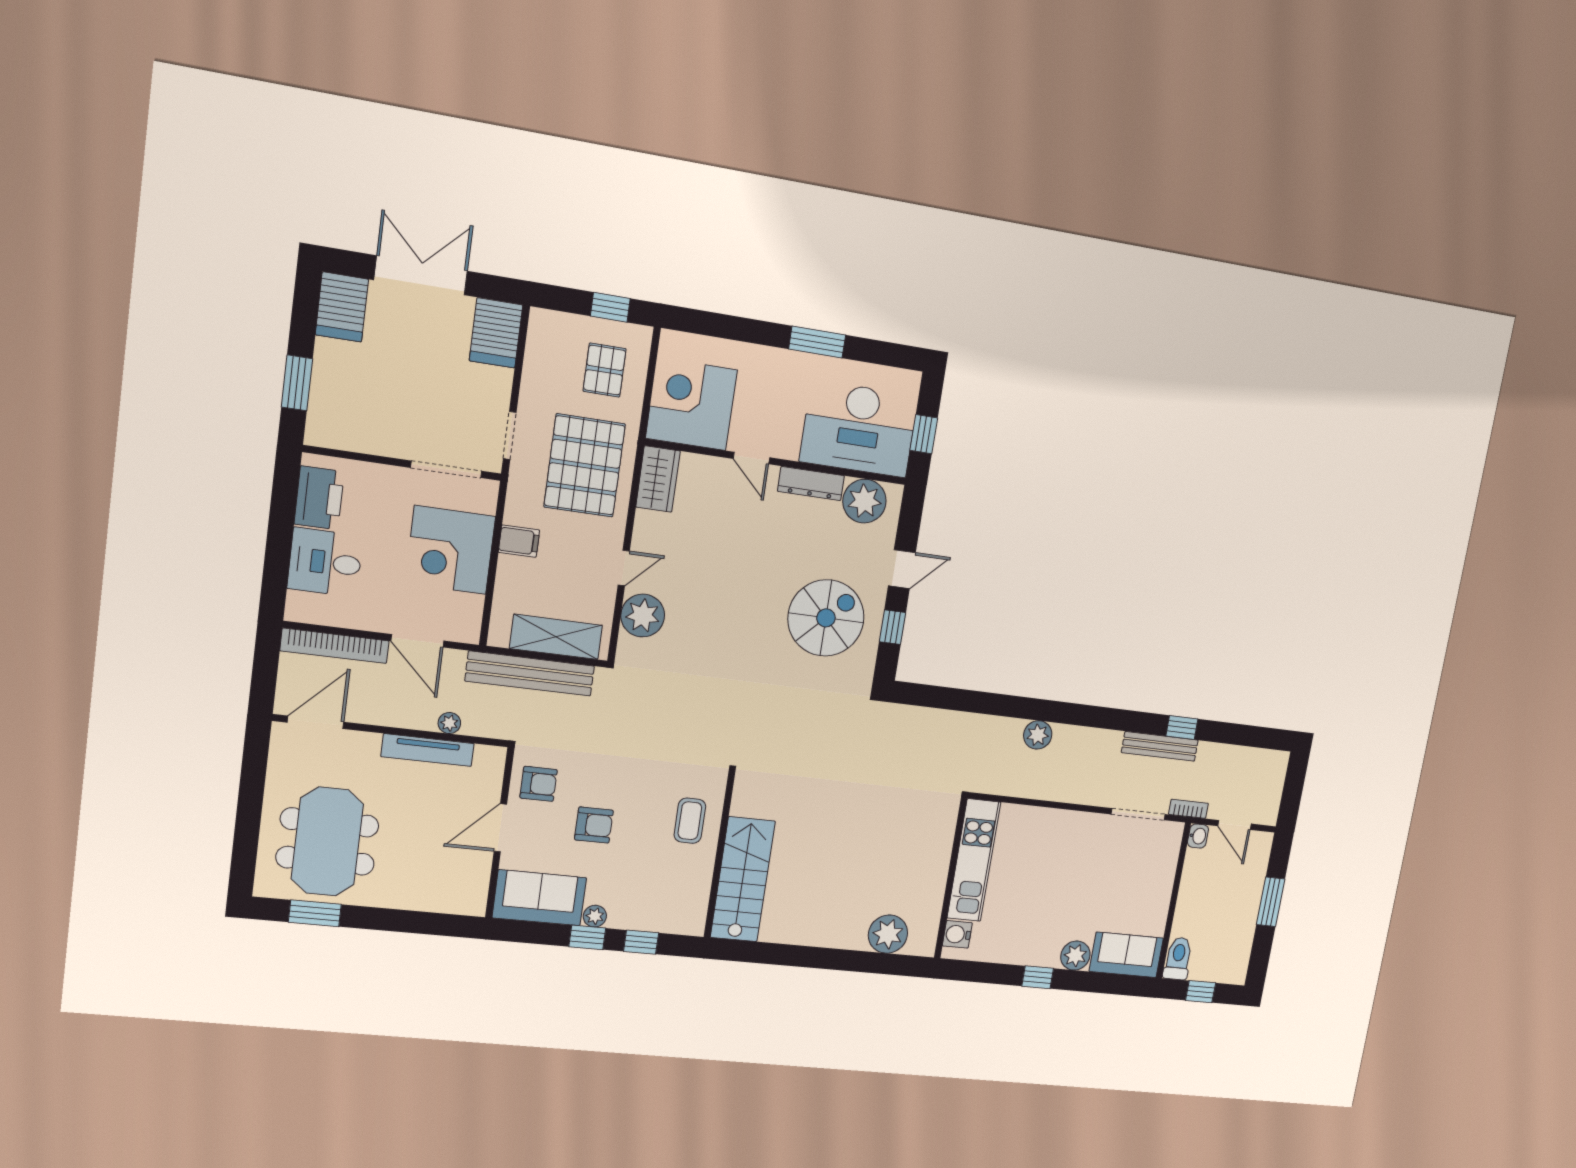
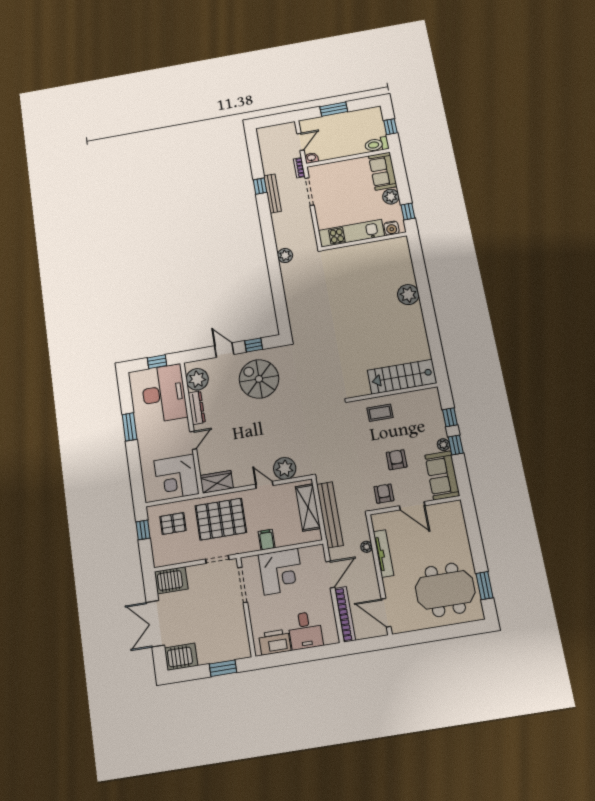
kitchen unit: (974, 860) -> (351, 233), moved
wall: (951, 878) -> (364, 241), moved
water cooler: (957, 934) -> (391, 228), moved

